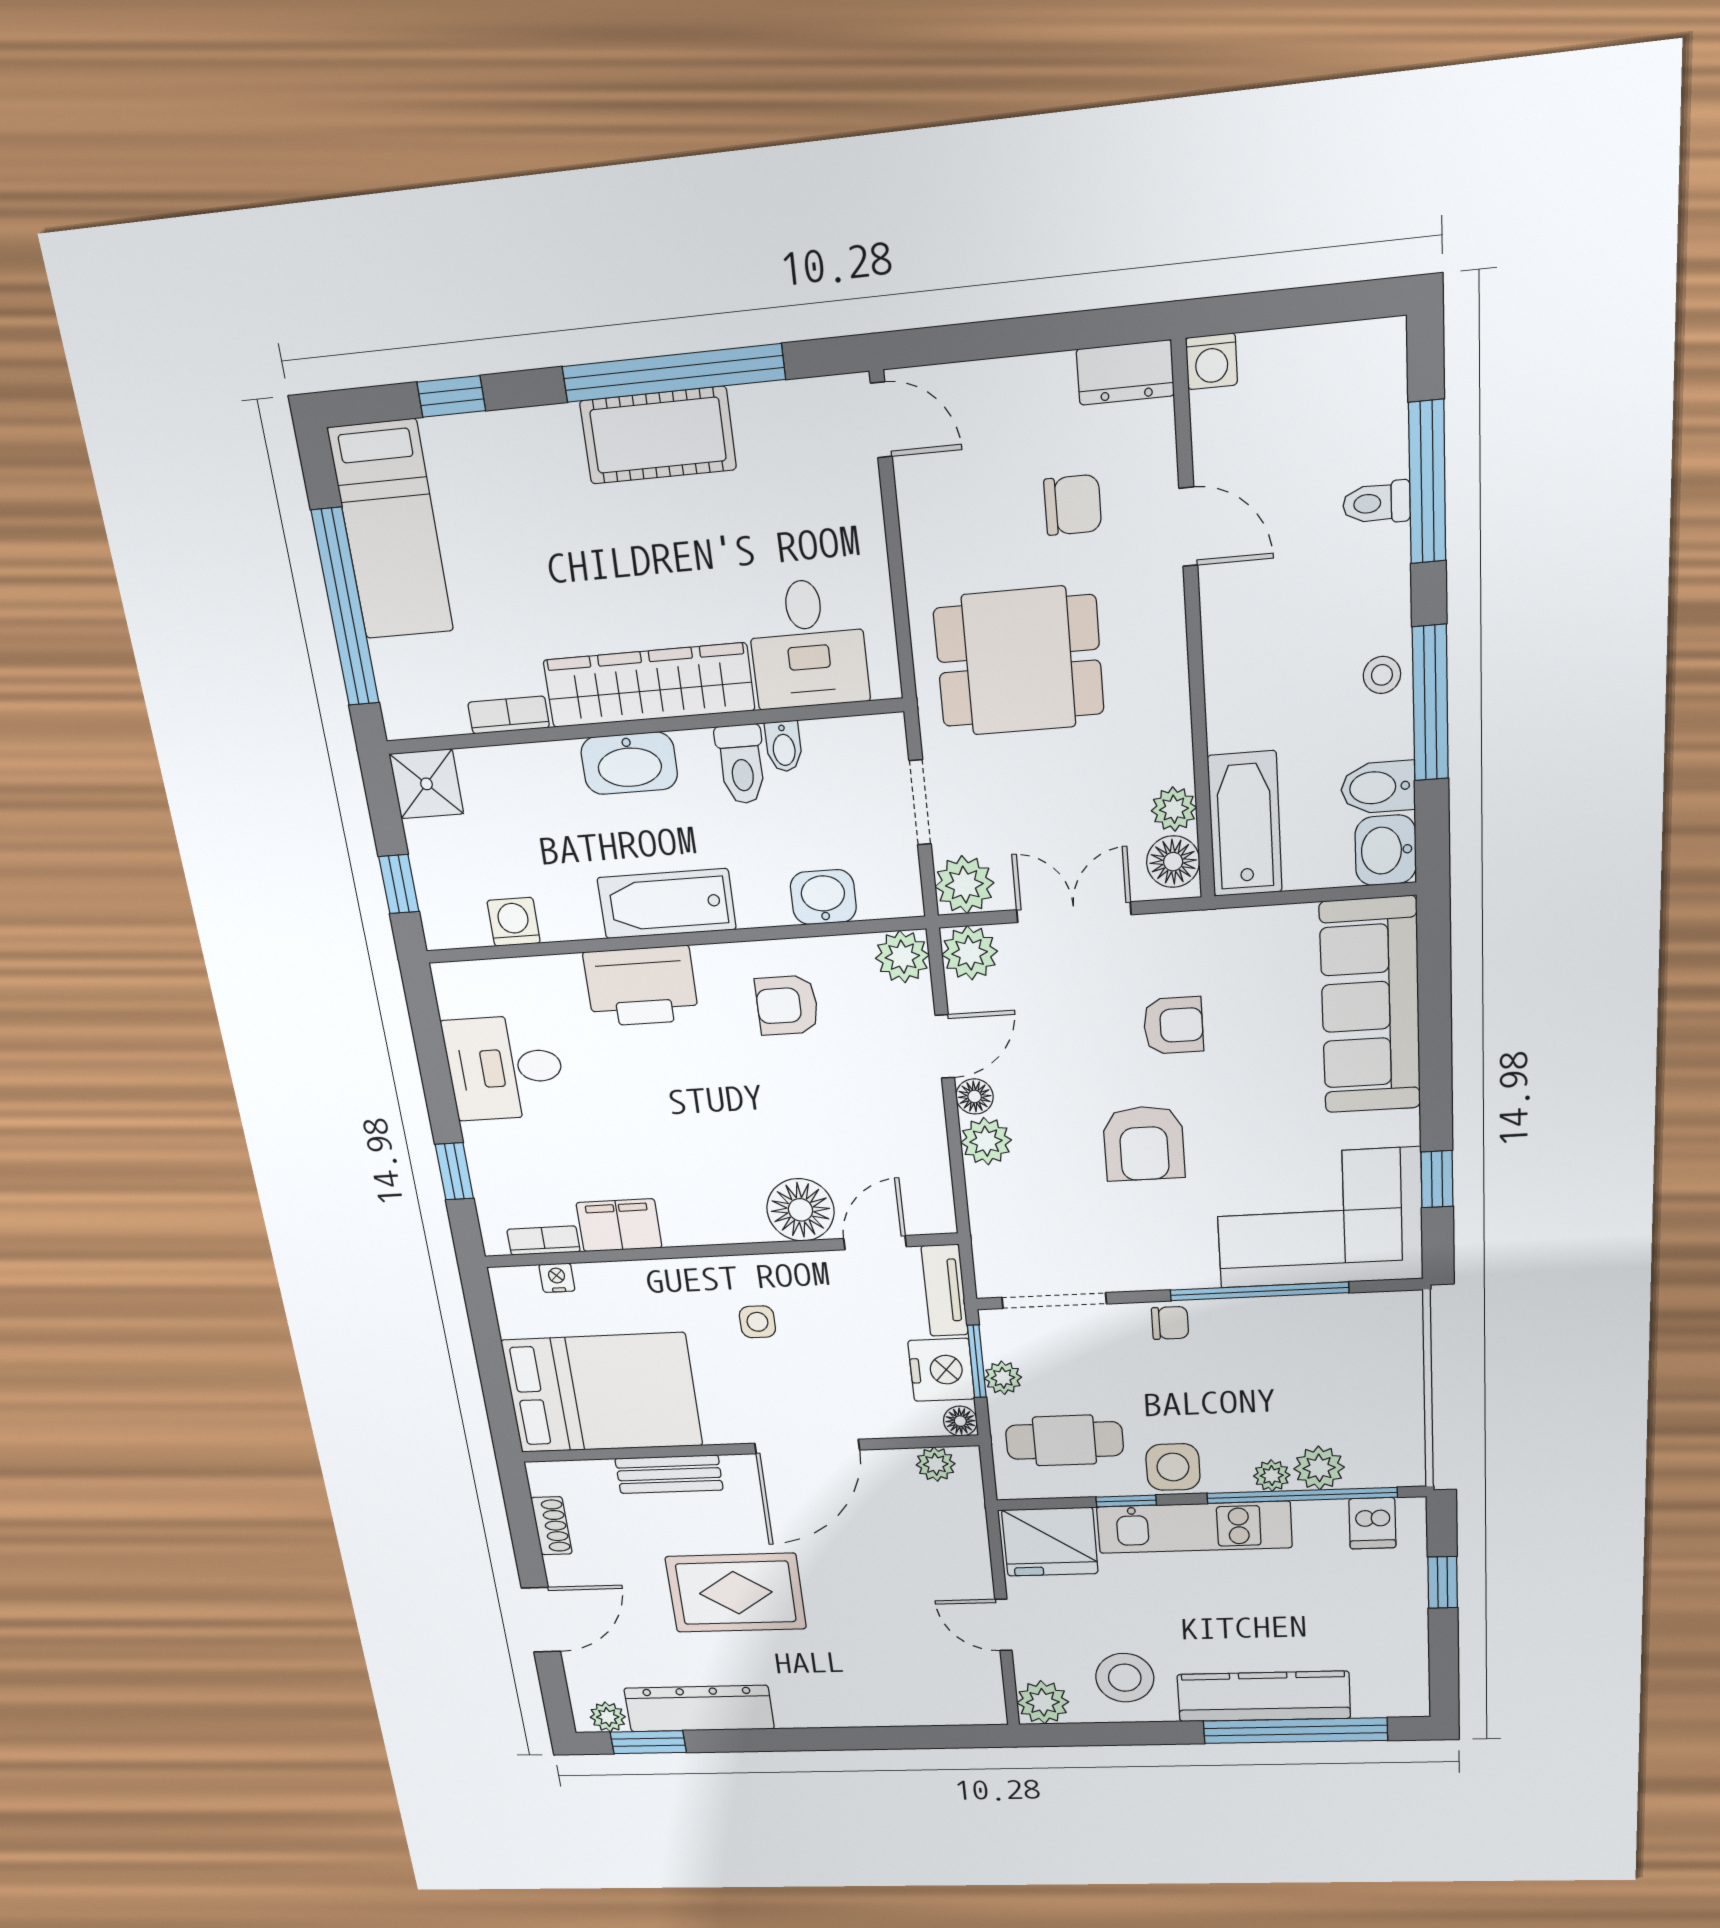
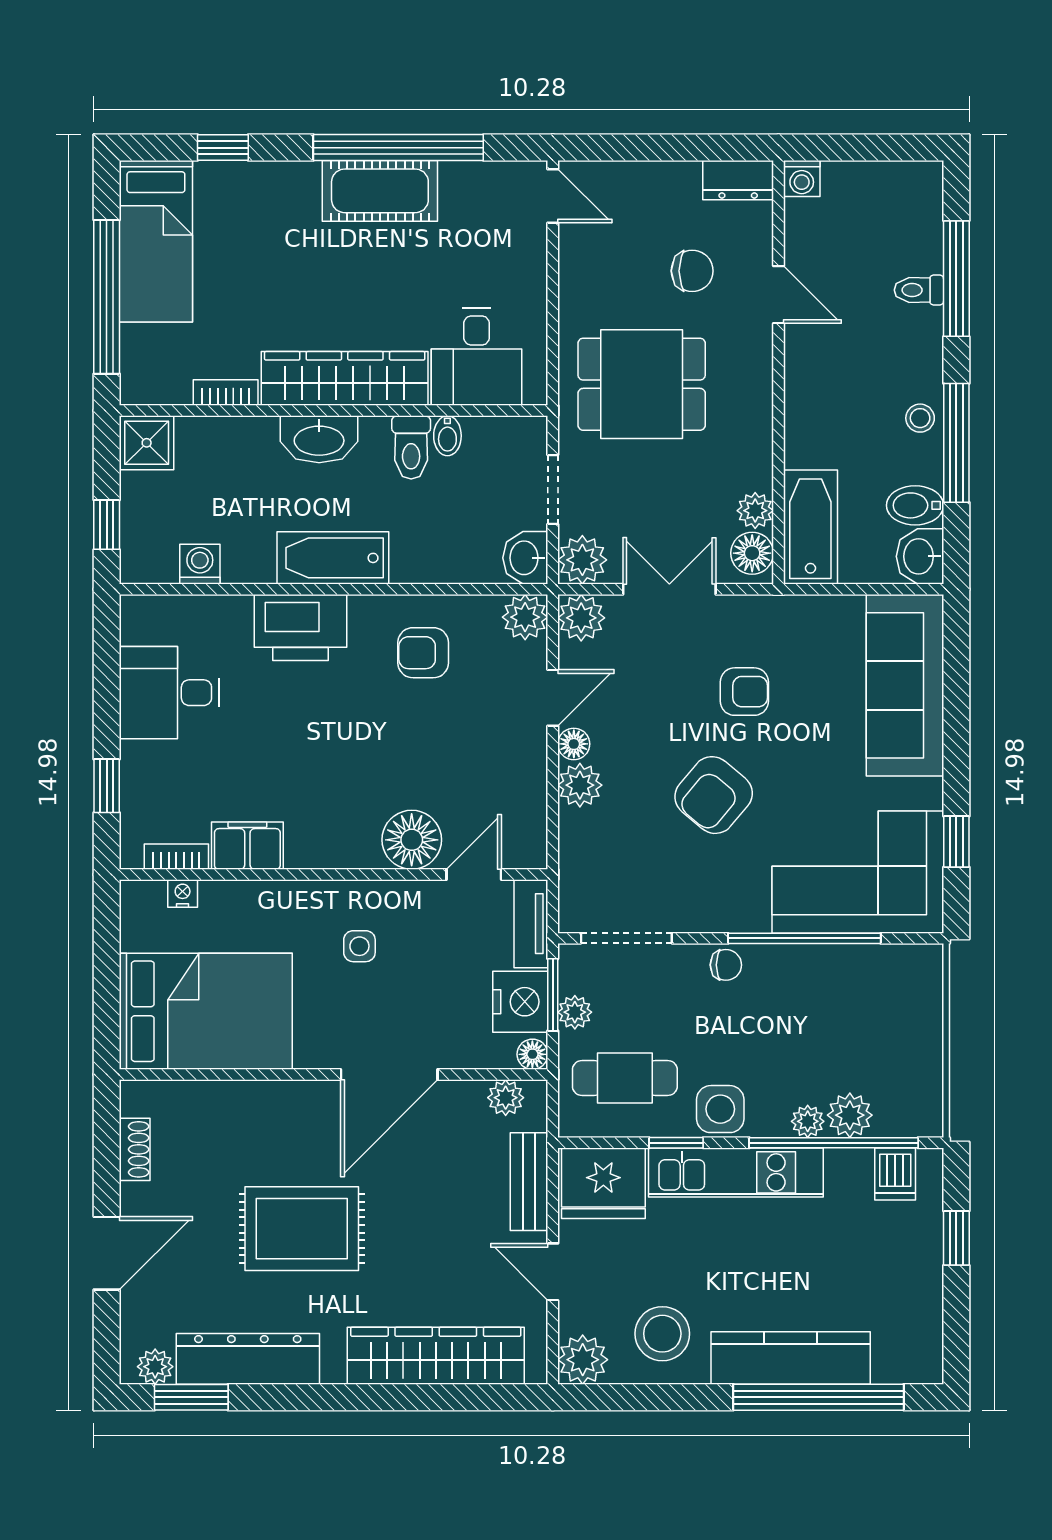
washbasin: (823, 897) -> (525, 558), moved, turned -90
armchair: (1144, 1143) -> (714, 795), turned 40
bench: (669, 1474) -> (529, 1182), moved, turned 90
wardrobe: (890, 1702) -> (436, 1356), added

